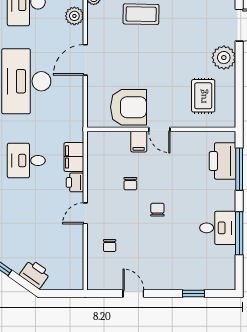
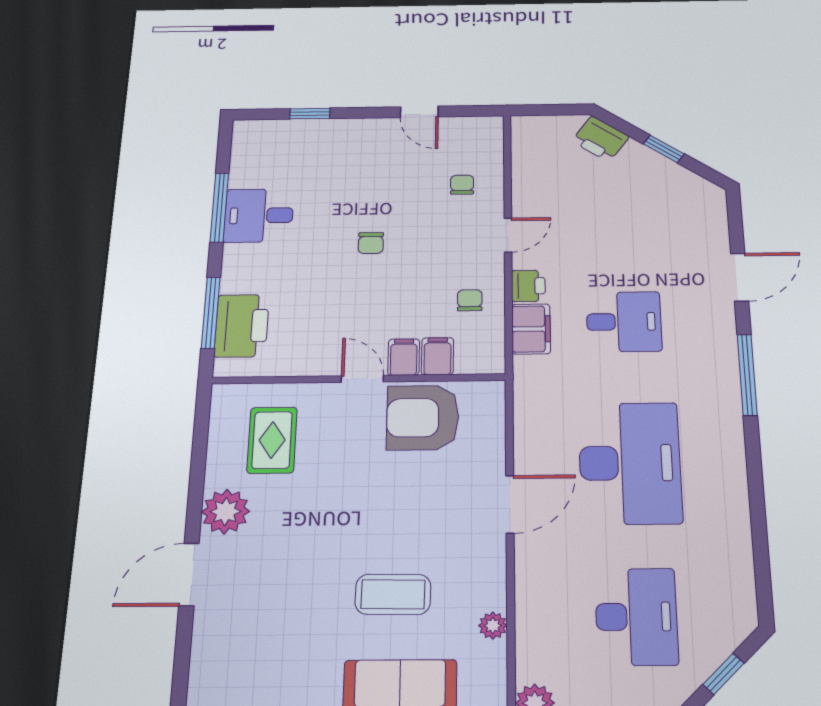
plant: (74, 16) -> (533, 590), removed
filing cabinet: (121, 142) -> (438, 356), added
chair: (130, 184) -> (470, 300), moved

